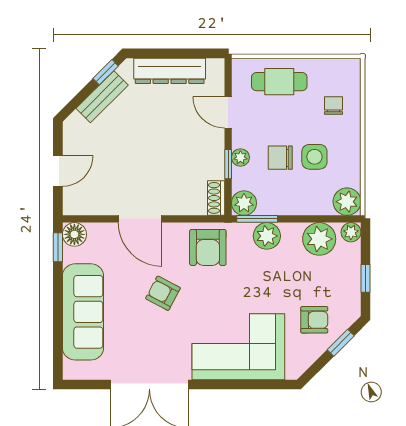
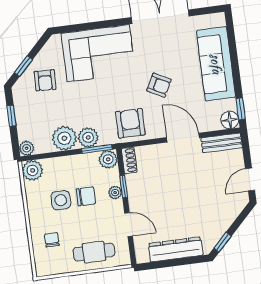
bench: (102, 97) -> (222, 143), moved, turned 45
chair: (333, 105) -> (52, 240), turned 180
door: (58, 171) -> (250, 179), moved
plant: (319, 239) -> (64, 138), moved
armchair: (314, 320) -> (45, 80), turned -88

